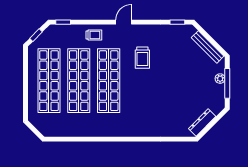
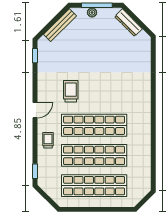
door: (124, 22) -> (35, 110), swing flipped
window: (36, 35) -> (48, 199), removed
trolley: (142, 58) -> (71, 91), turned -90
dresser: (202, 123) -> (128, 23), moved

